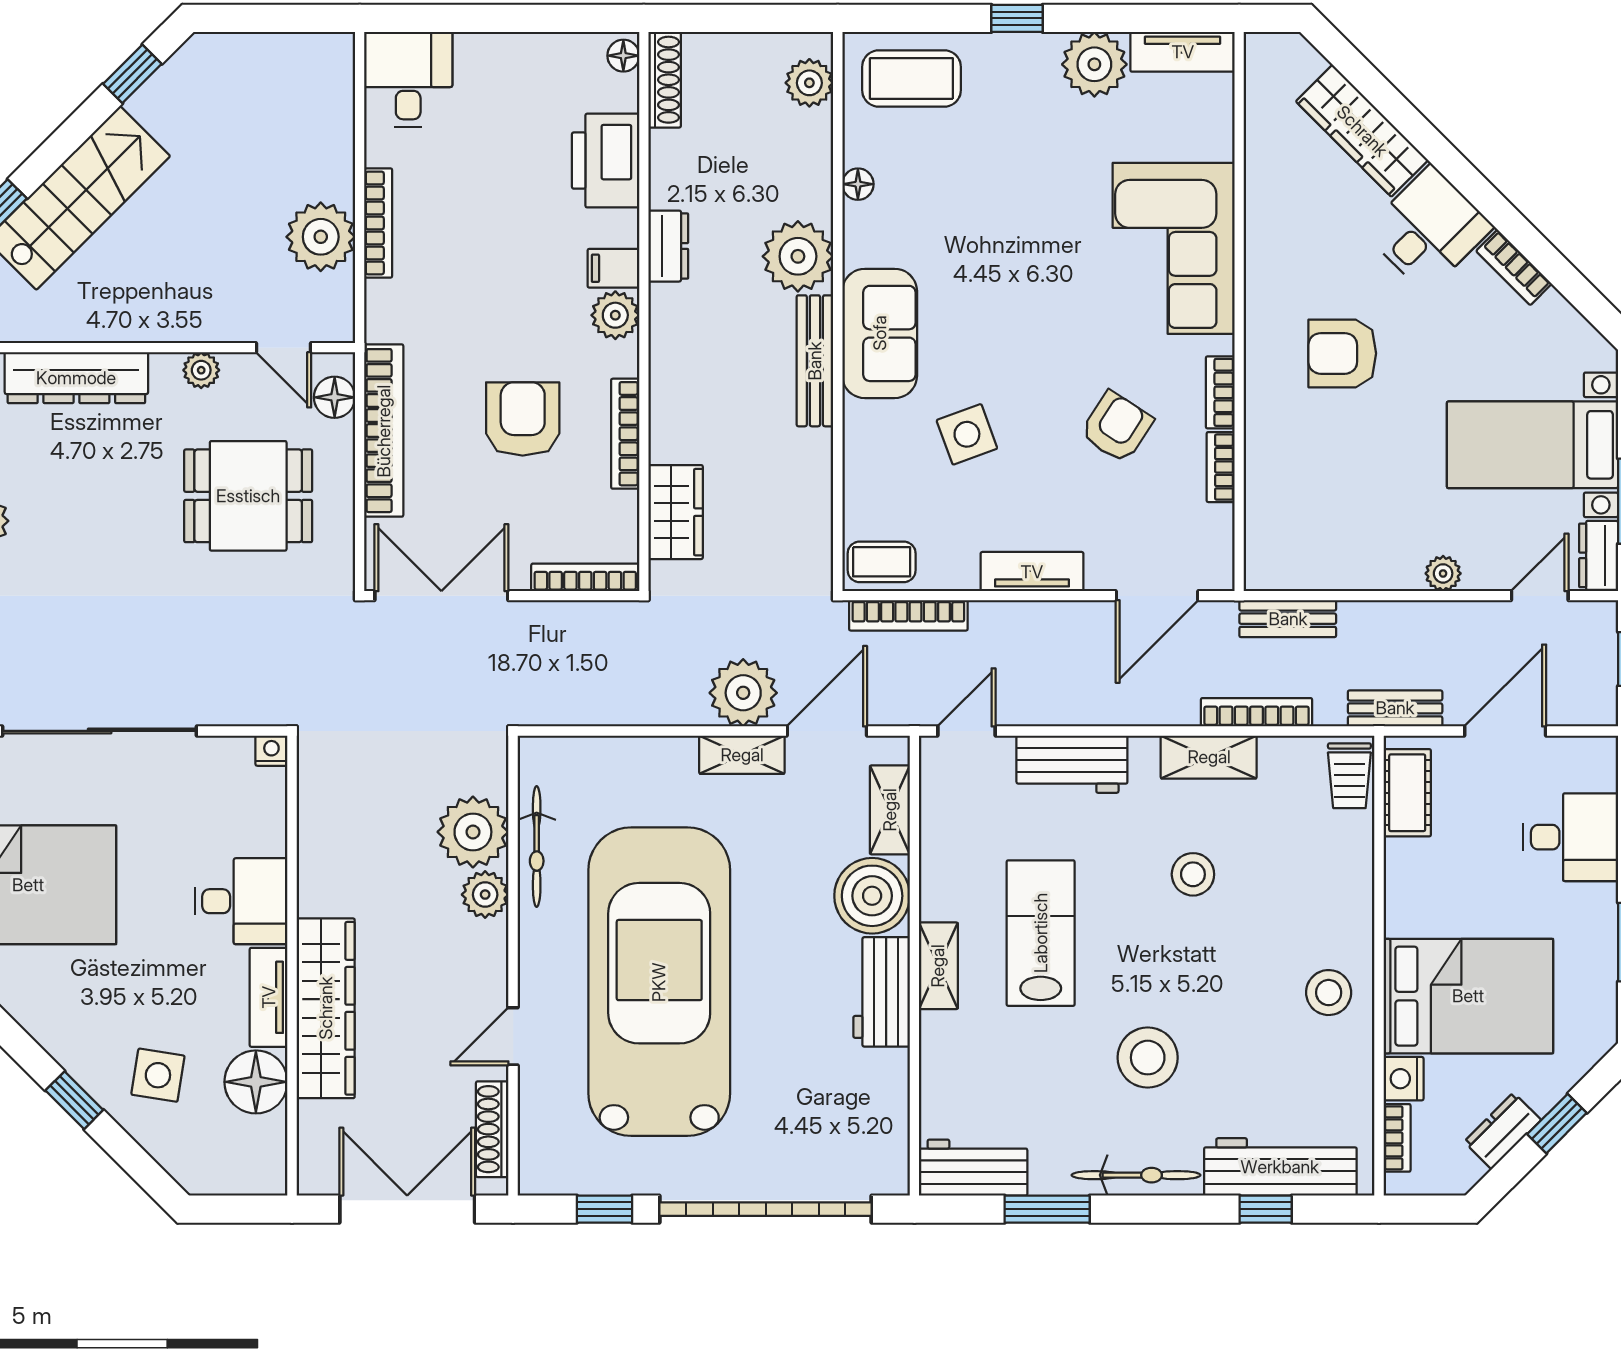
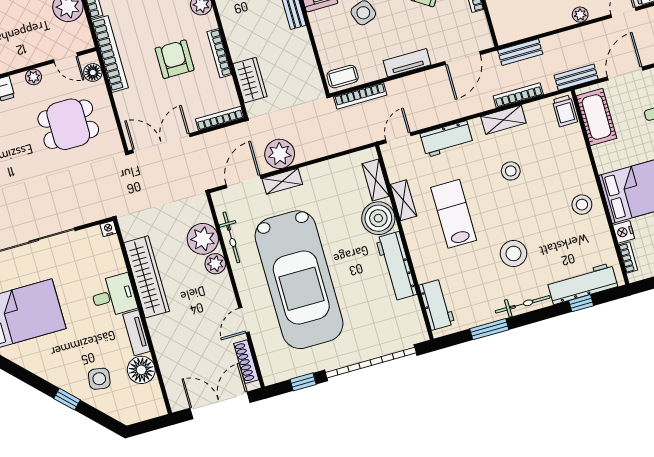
bookcase: (384, 431) -> (110, 54), moved
plant: (743, 693) -> (280, 154), moved
door: (827, 731) -> (243, 181), moved
shelving: (742, 755) -> (282, 181), moved
cot: (1407, 793) -> (596, 117), width x1.37, depth x1.34
shelving: (938, 966) -> (403, 200), moved
car: (659, 982) -> (299, 280), turned 180
workbench: (882, 992) -> (396, 266), width x1.37
wardrobe: (326, 1008) -> (147, 277), moved
workbench: (973, 1168) -> (437, 305), moved, turned 90

